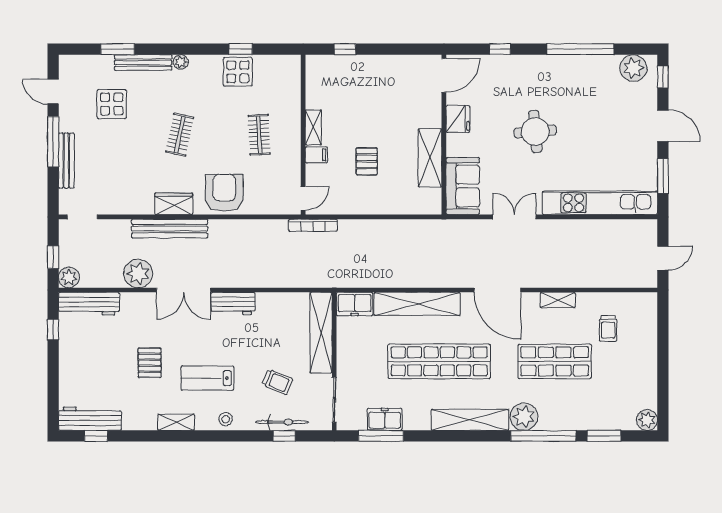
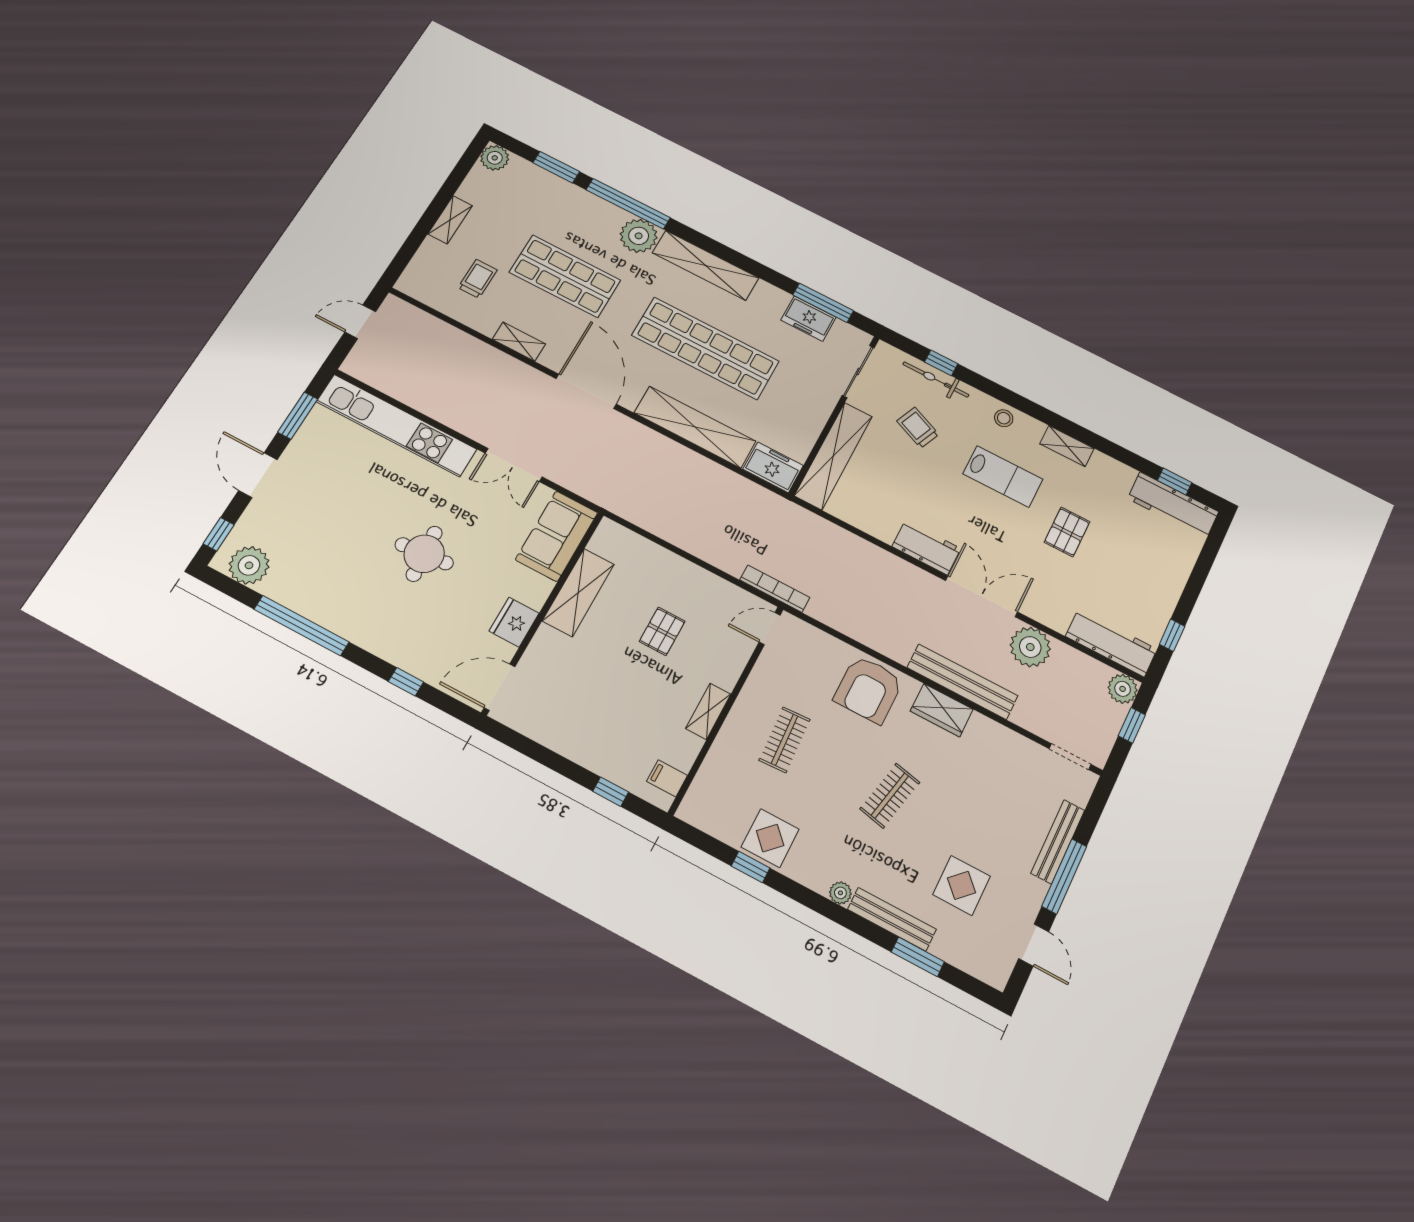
filing cabinet: (316, 155) -> (667, 778), moved
shelving: (649, 360) -> (450, 220), added

